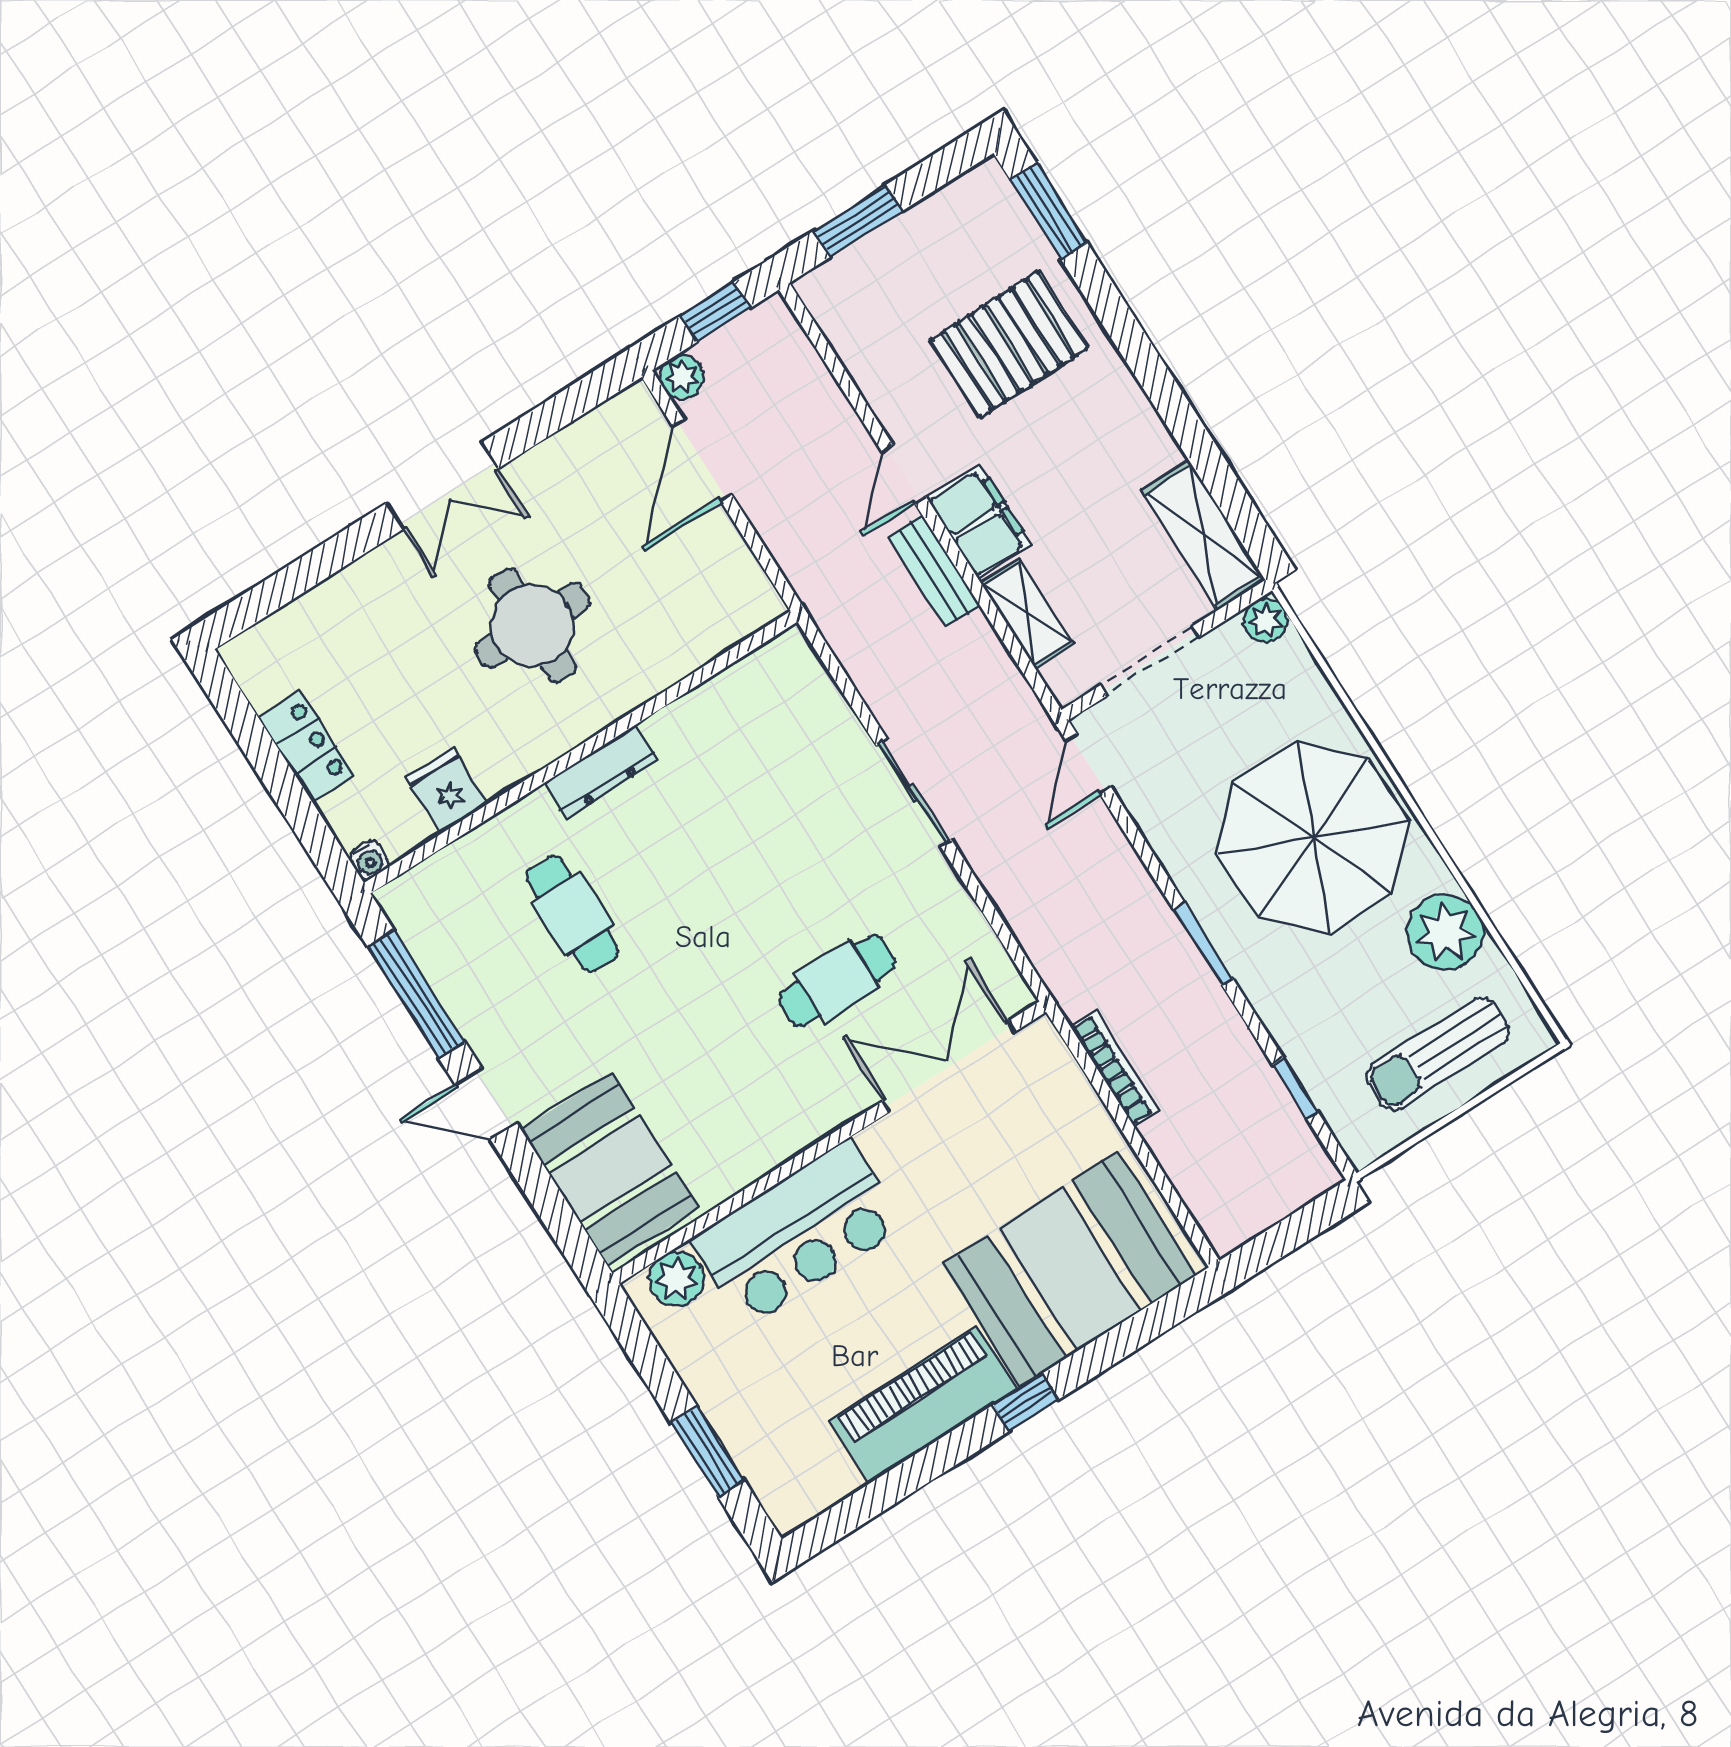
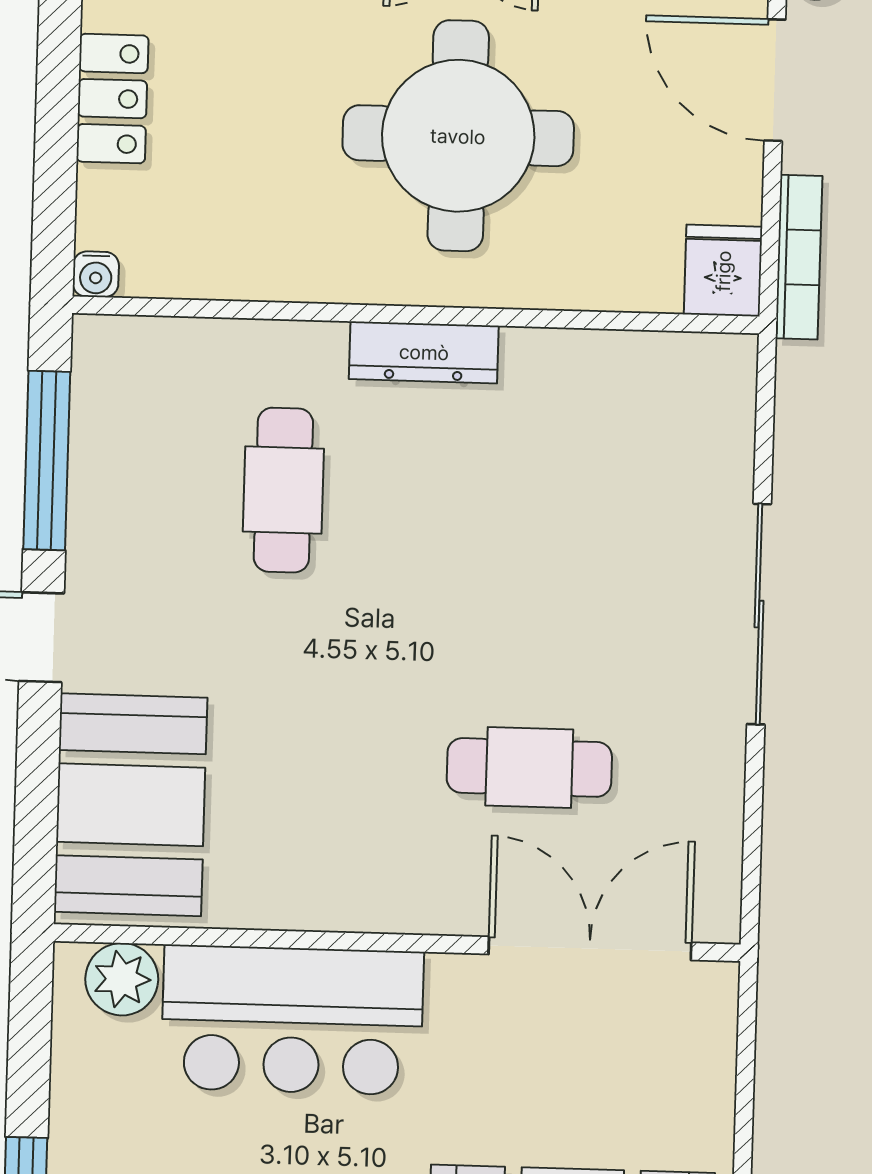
door: (702, 461) -> (775, 80), hinge flipped
round table: (532, 626) -> (458, 136), width x1.36, depth x1.36
fridge: (447, 791) -> (723, 271), moved
sliding door: (914, 792) -> (759, 614), width x1.37
bookcase: (1115, 1068) -> (799, 257), moved

